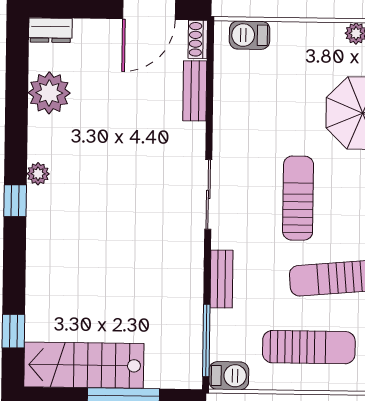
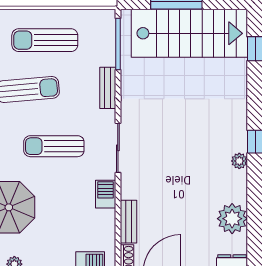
sun lounger: (298, 198) -> (54, 146), turned 90
stairs: (84, 365) -> (189, 33), width x1.36, depth x1.51
barbecue: (229, 376) -> (106, 194), moved, turned 90

